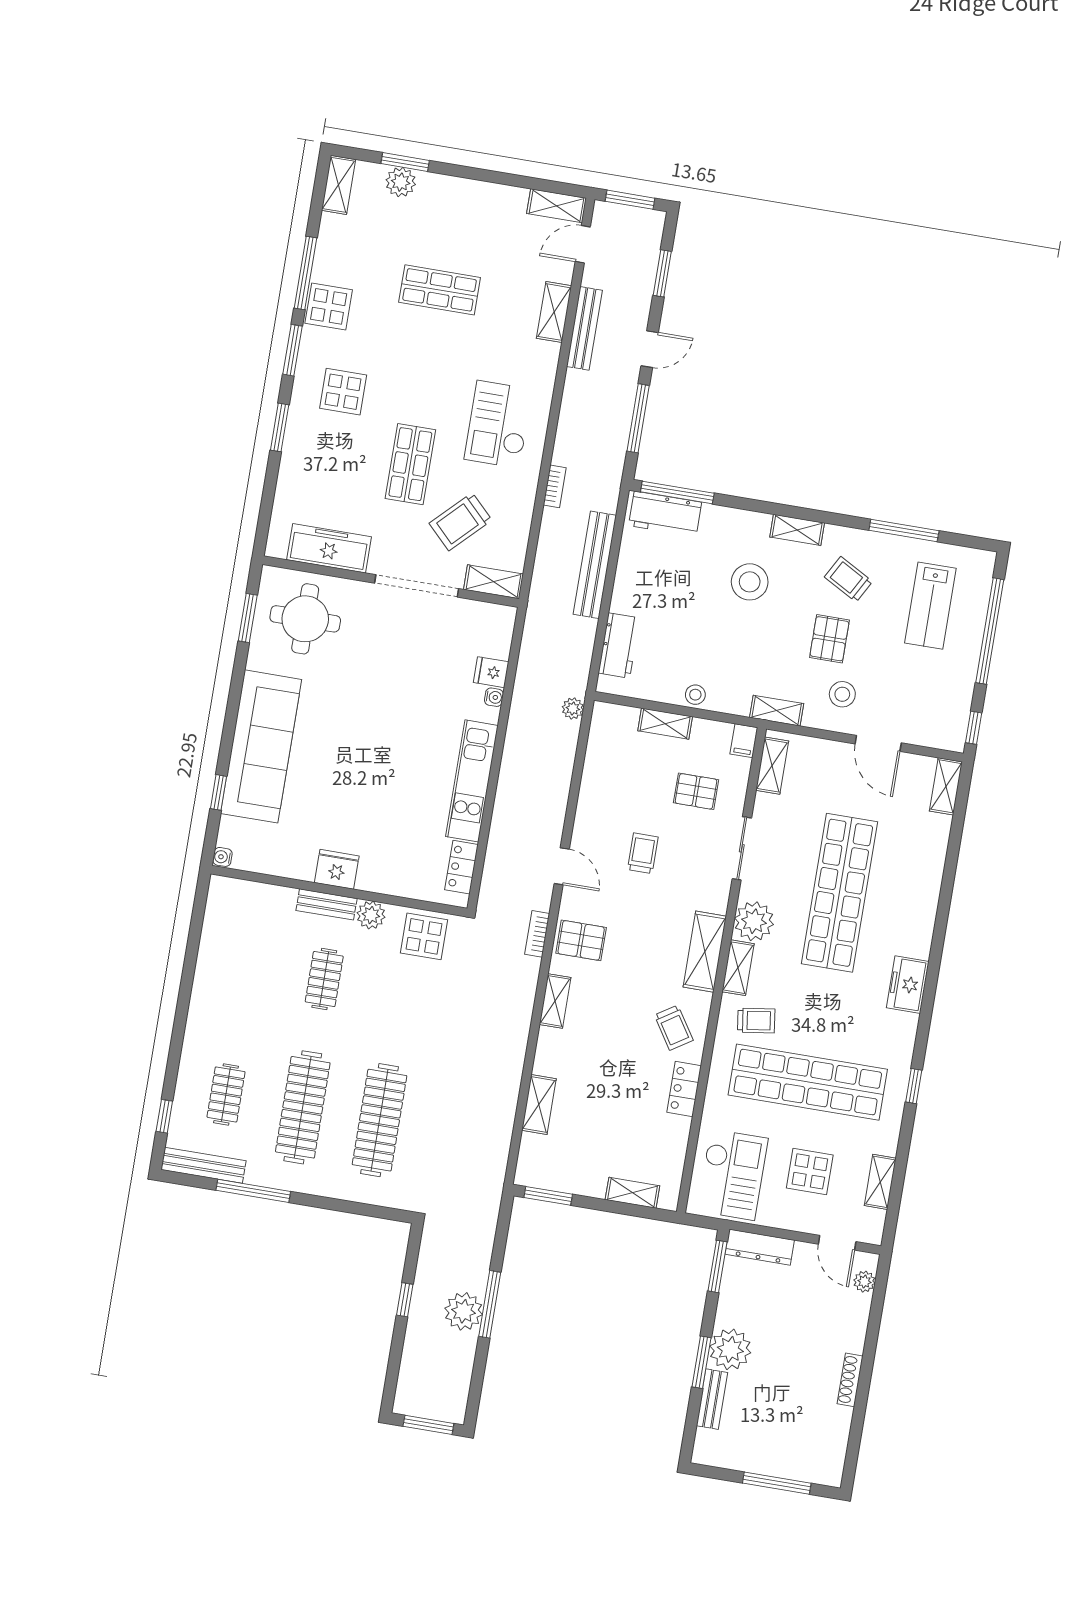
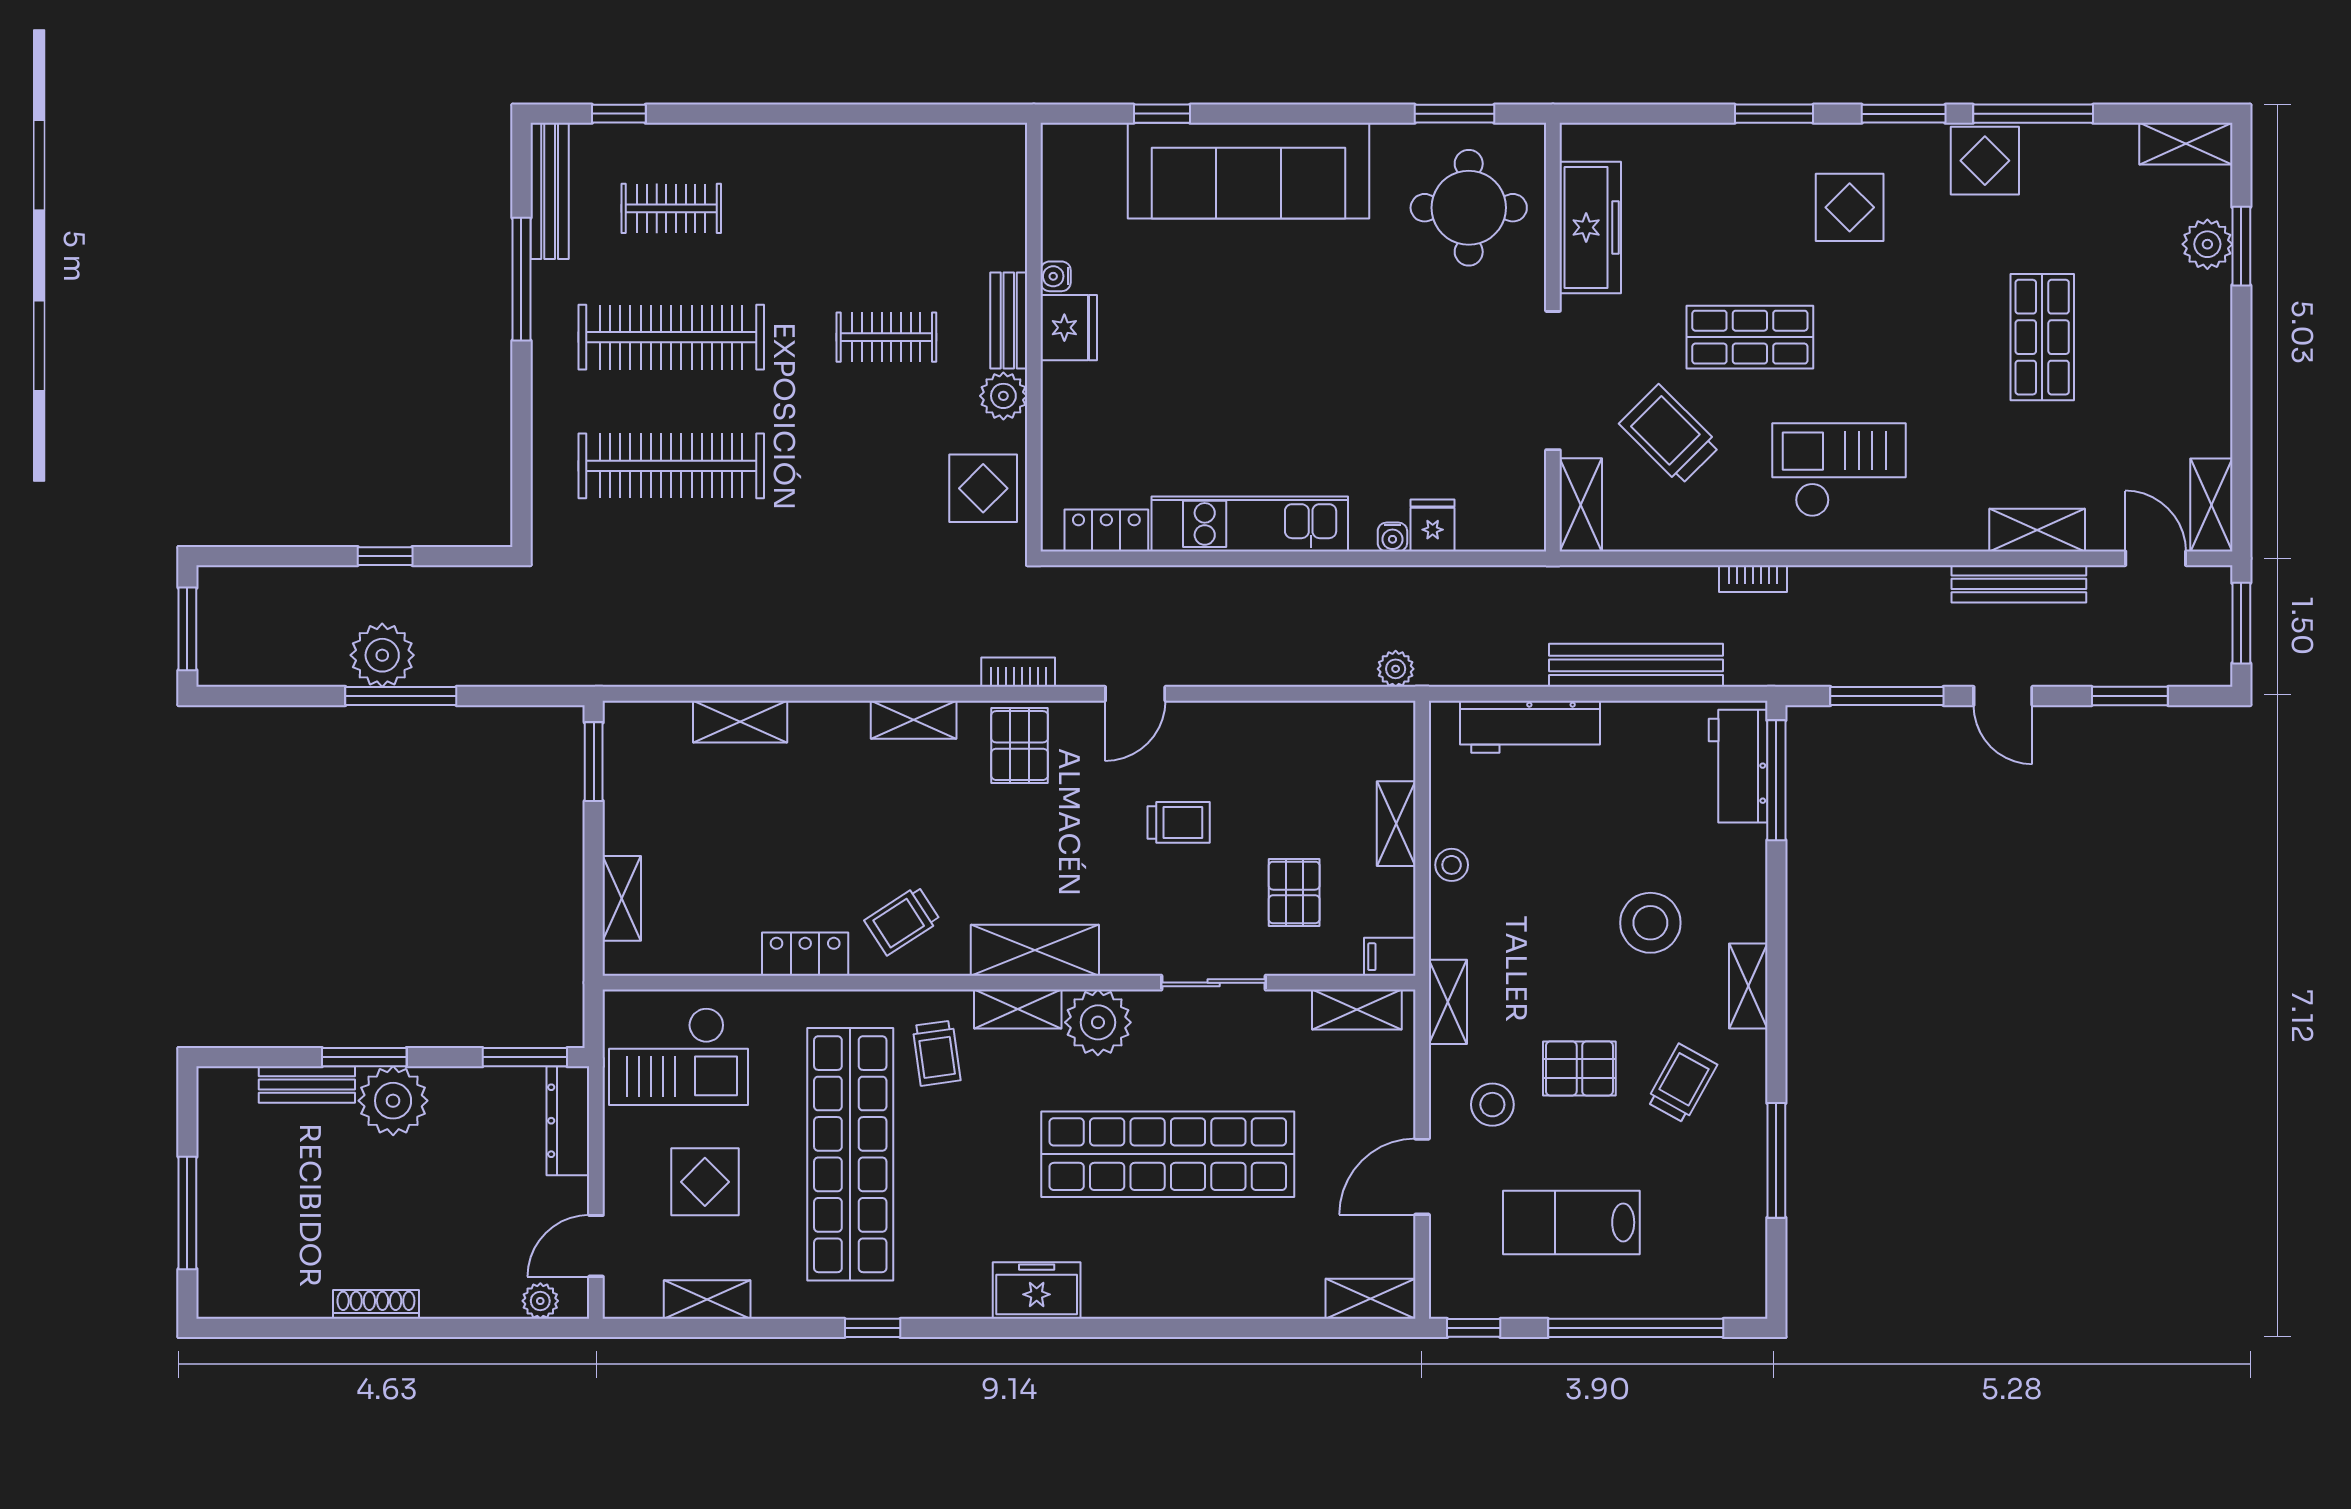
lab bench: (930, 606) -> (1571, 1222), moved
workbench: (619, 645) -> (1530, 727), width x1.38
water cooler: (222, 857) -> (1056, 276), moved, turned -90

